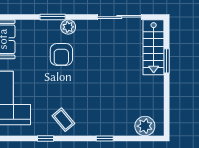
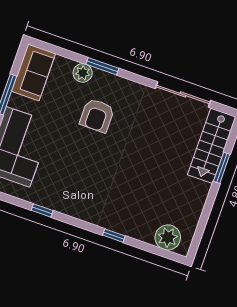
plant: (68, 27) -> (83, 73), moved
coffee table: (63, 120) -> (72, 195), removed

